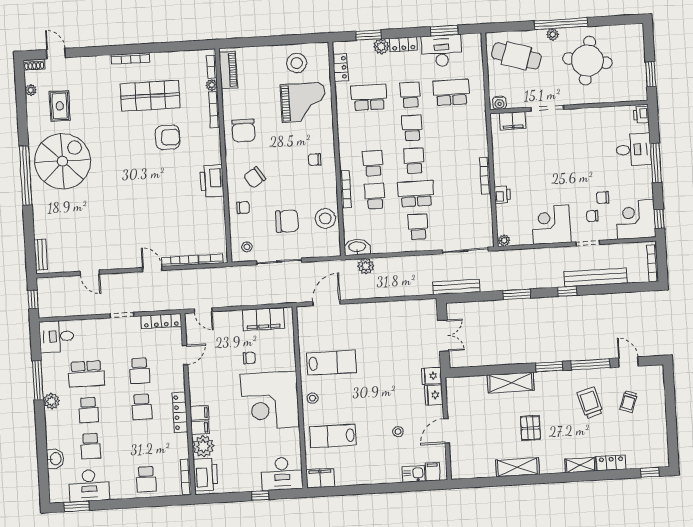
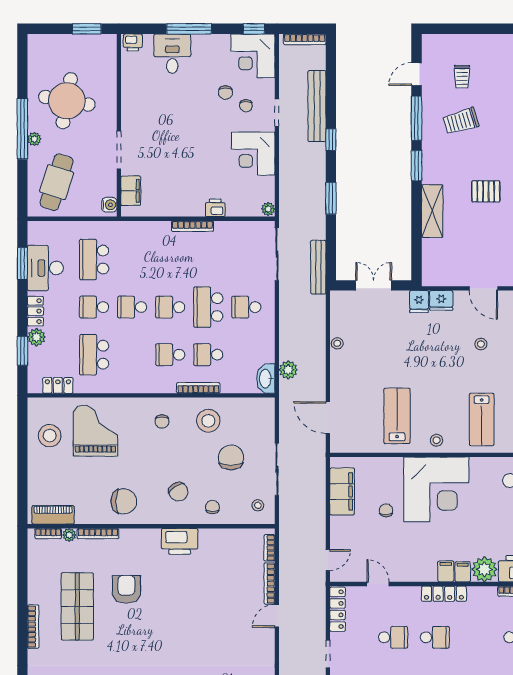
stool: (325, 218) -> (208, 421), moved
stool: (391, 307) -> (337, 343), added
trolley: (629, 402) -> (462, 77), turned 71

